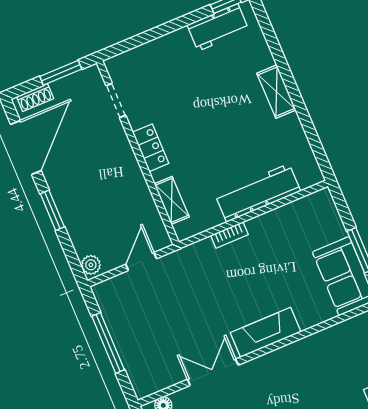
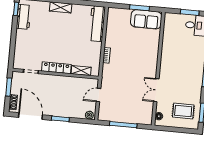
locker: (151, 148) -> (56, 68), width x1.53
workbench: (258, 193) -> (97, 24), moved
door: (141, 261) -> (98, 95), hinge flipped
fireplace: (266, 332) -> (152, 61), removed

